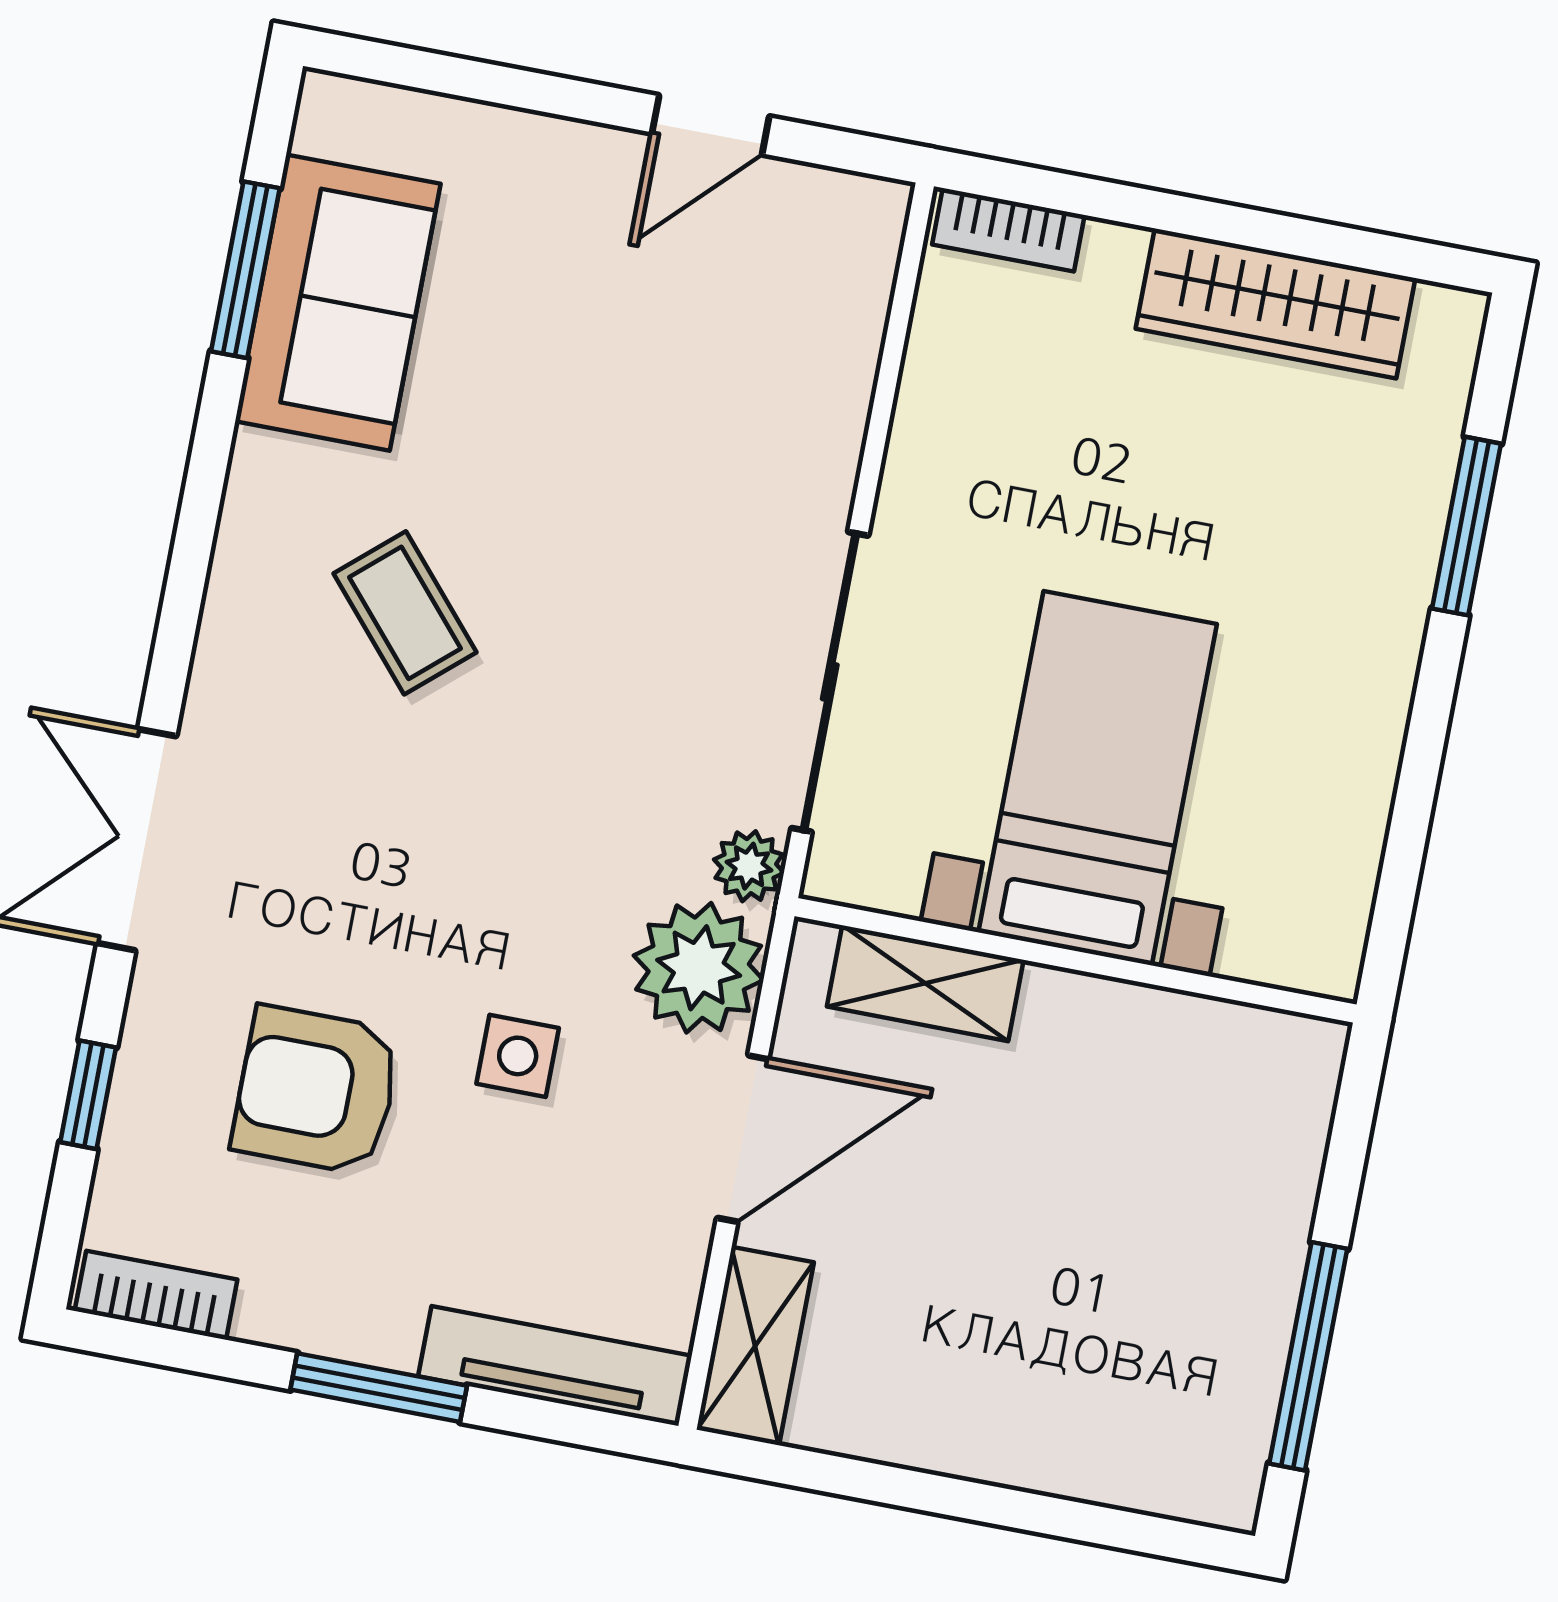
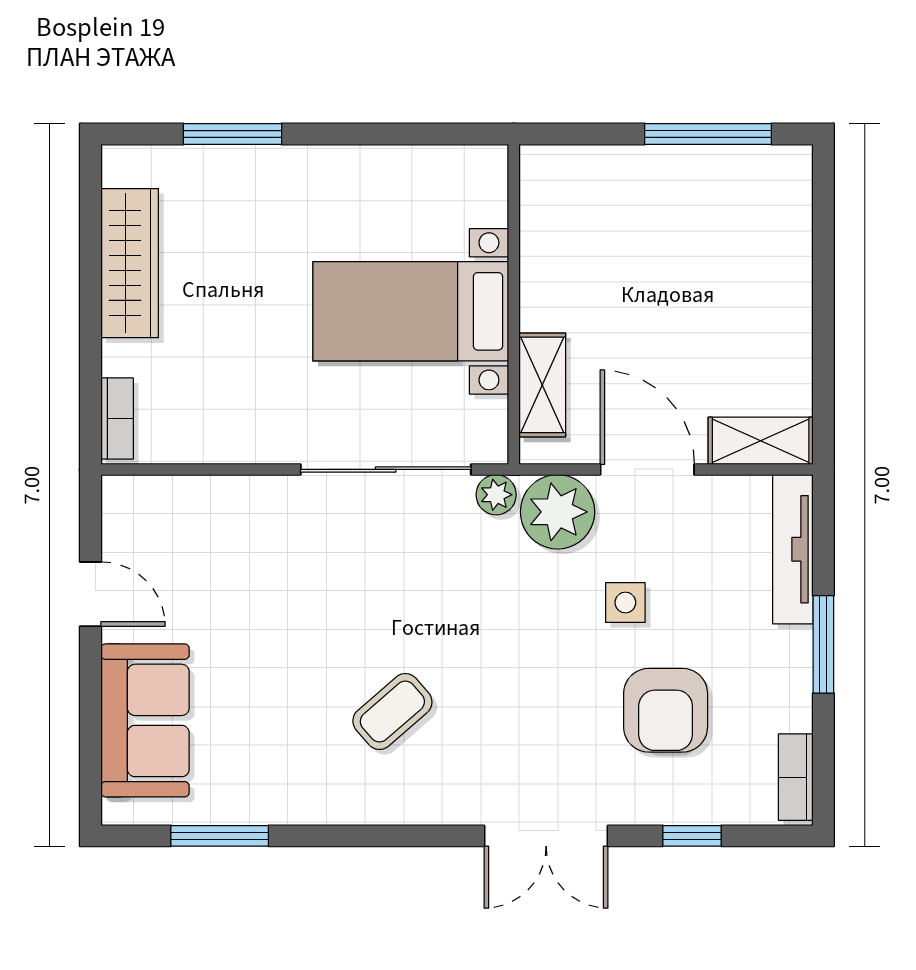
sofa: (338, 303) -> (145, 720), moved, turned 90

